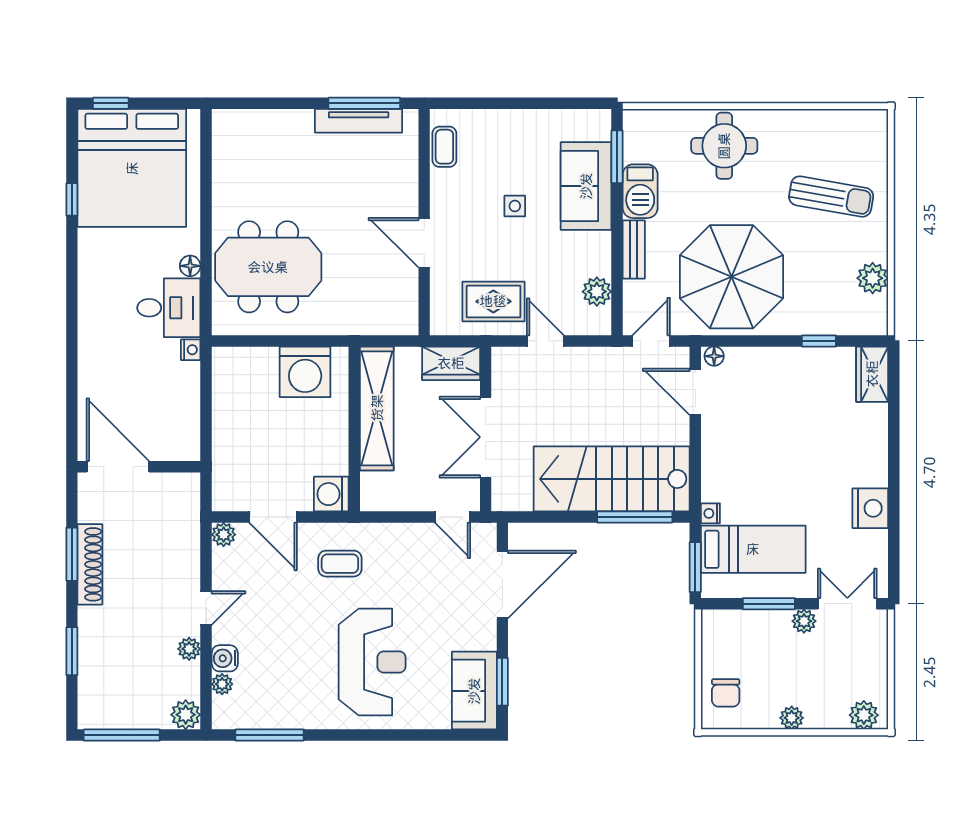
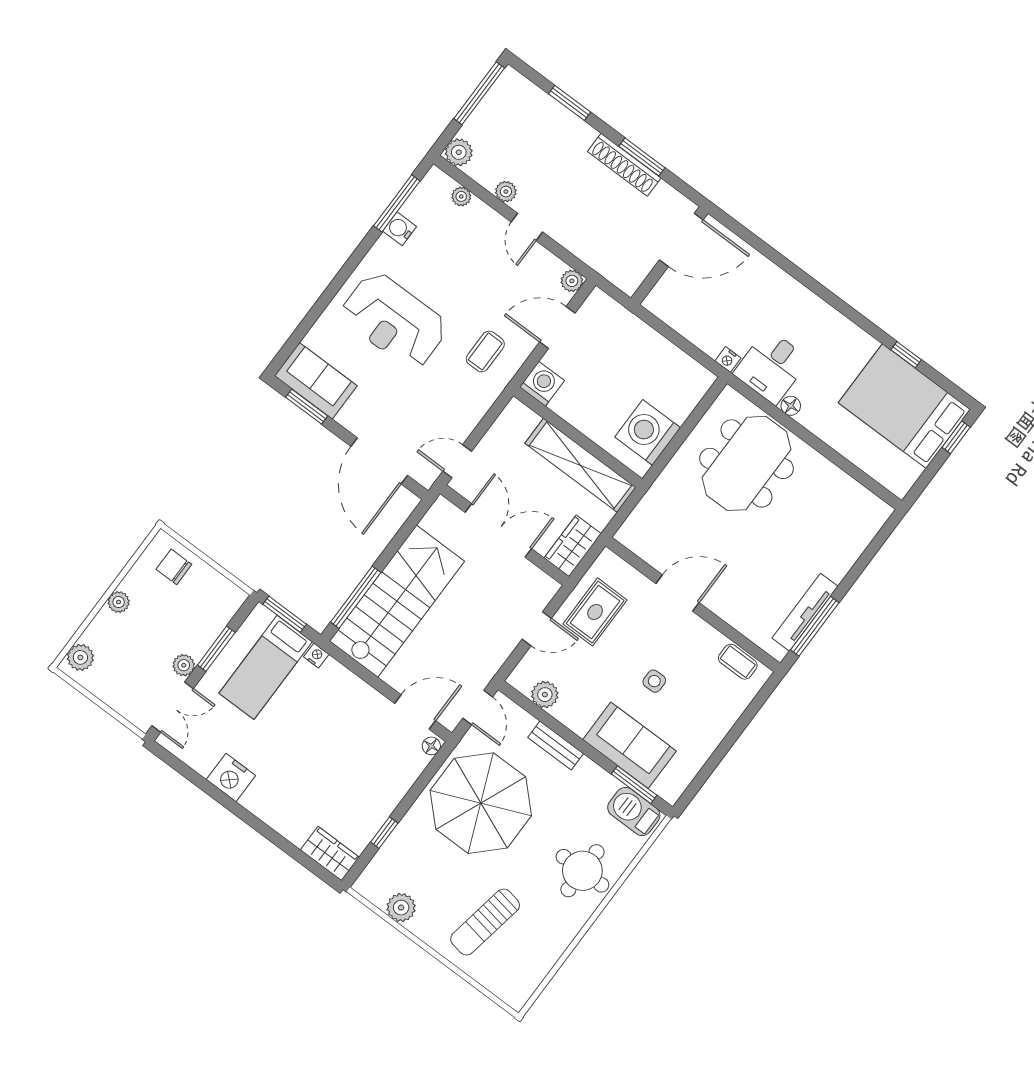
bed: (132, 168) -> (904, 406), width x0.73
barbecue: (640, 191) -> (634, 811), moved
water cooler: (225, 658) -> (400, 229), moved, turned -90

